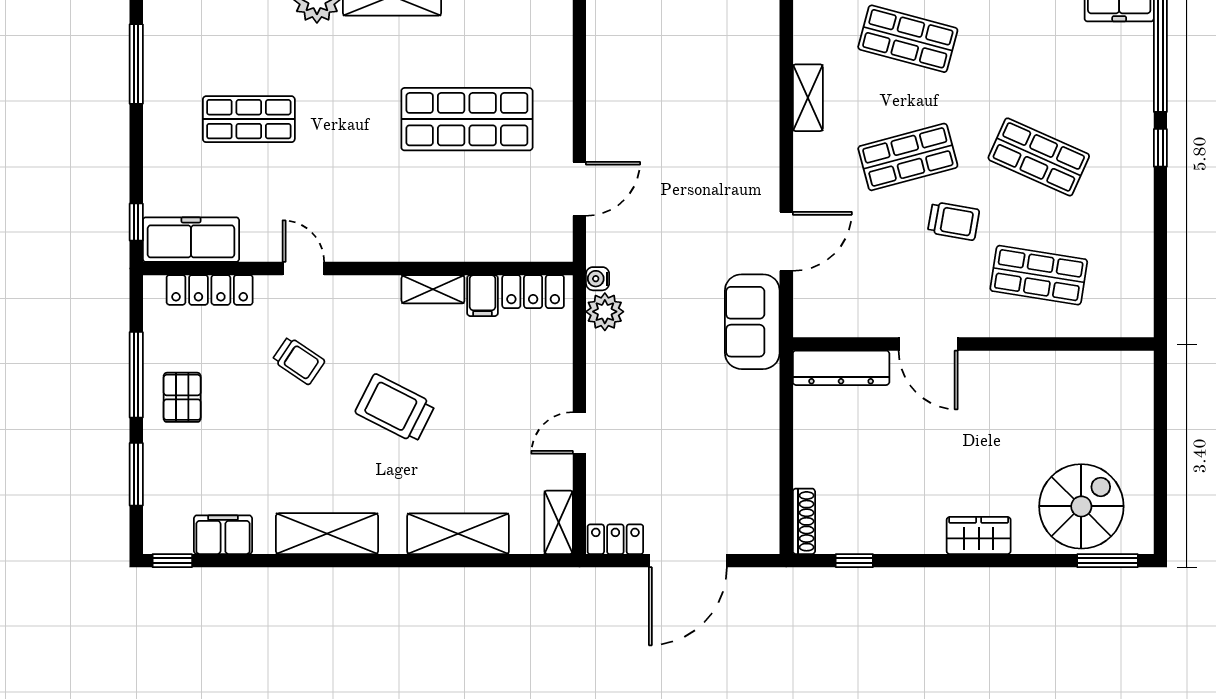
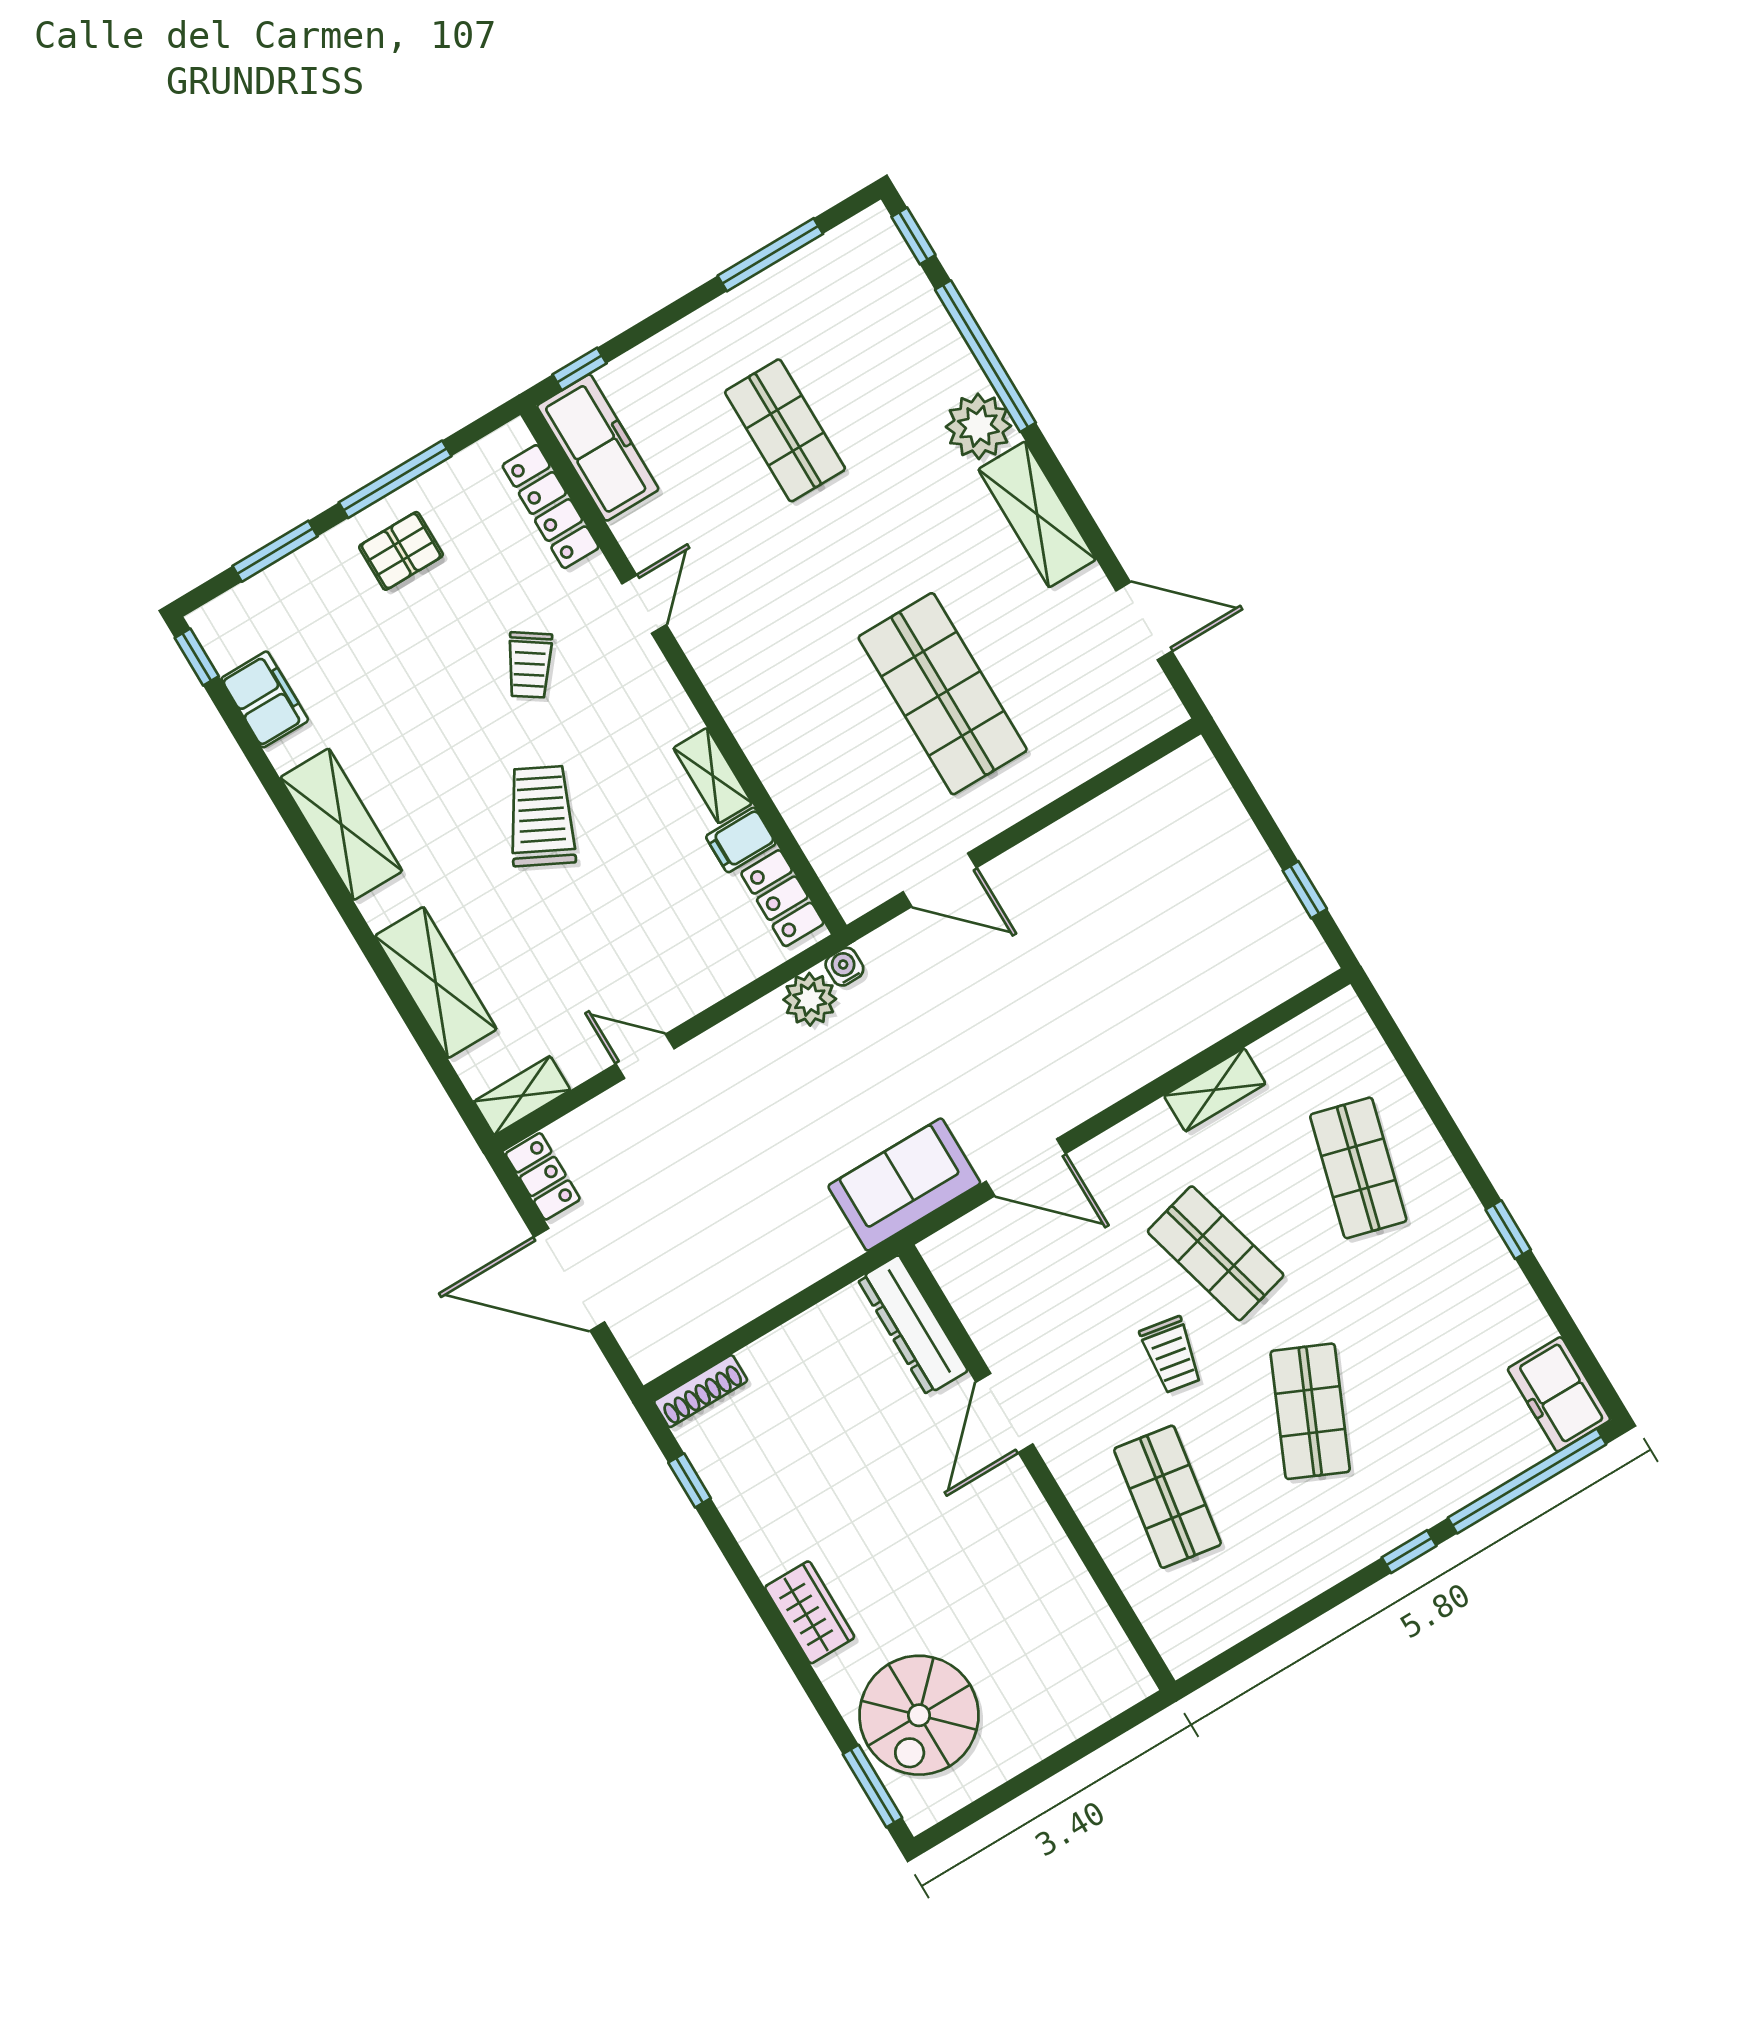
spiral stairs: (1081, 506) -> (919, 1715), turned 90

